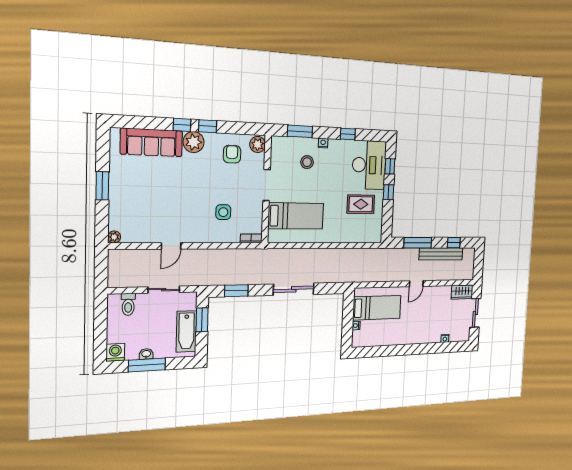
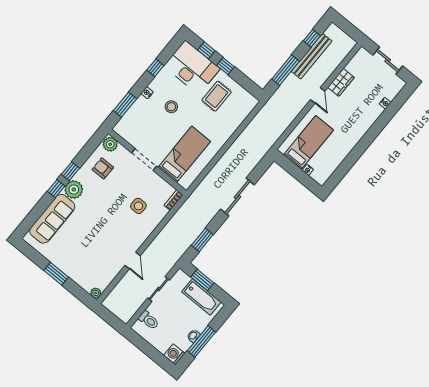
stool: (307, 162) -> (171, 107), moved
wardrobe: (462, 292) -> (341, 82), moved

